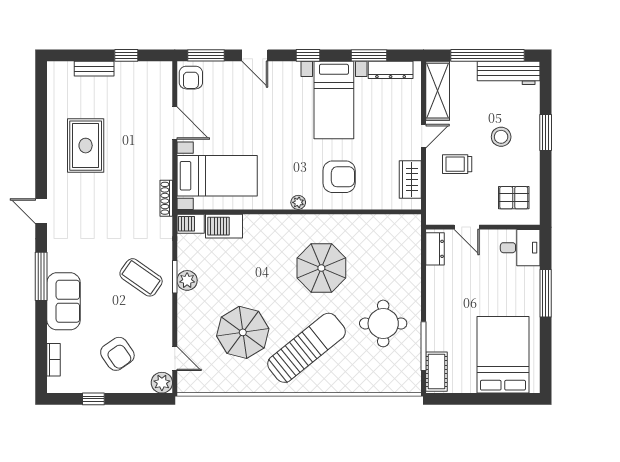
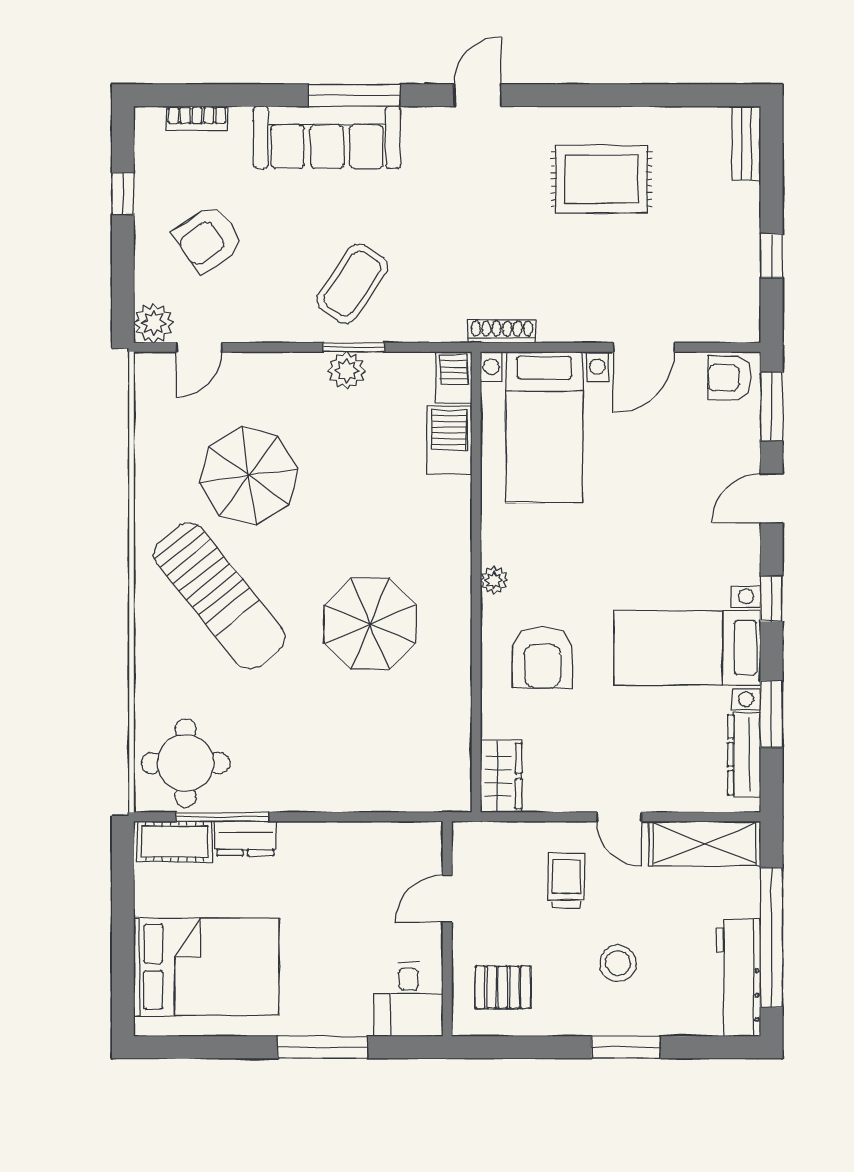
bench: (94, 69) -> (746, 143), moved
wardrobe: (410, 179) -> (501, 776), moved, turned 90
pallet: (514, 198) -> (503, 987), turned 90
dresser: (435, 249) -> (245, 838), moved
sofa: (64, 301) -> (327, 137), width x1.36
round table: (383, 323) -> (186, 763), moved

